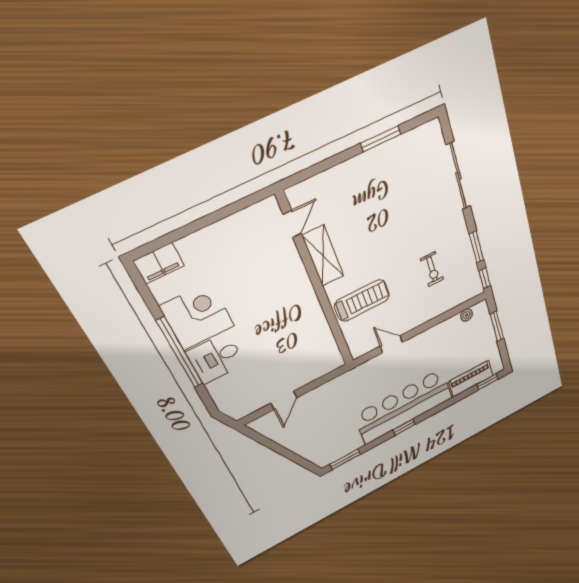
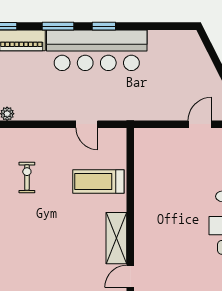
window: (345, 459) -> (58, 26), moved

